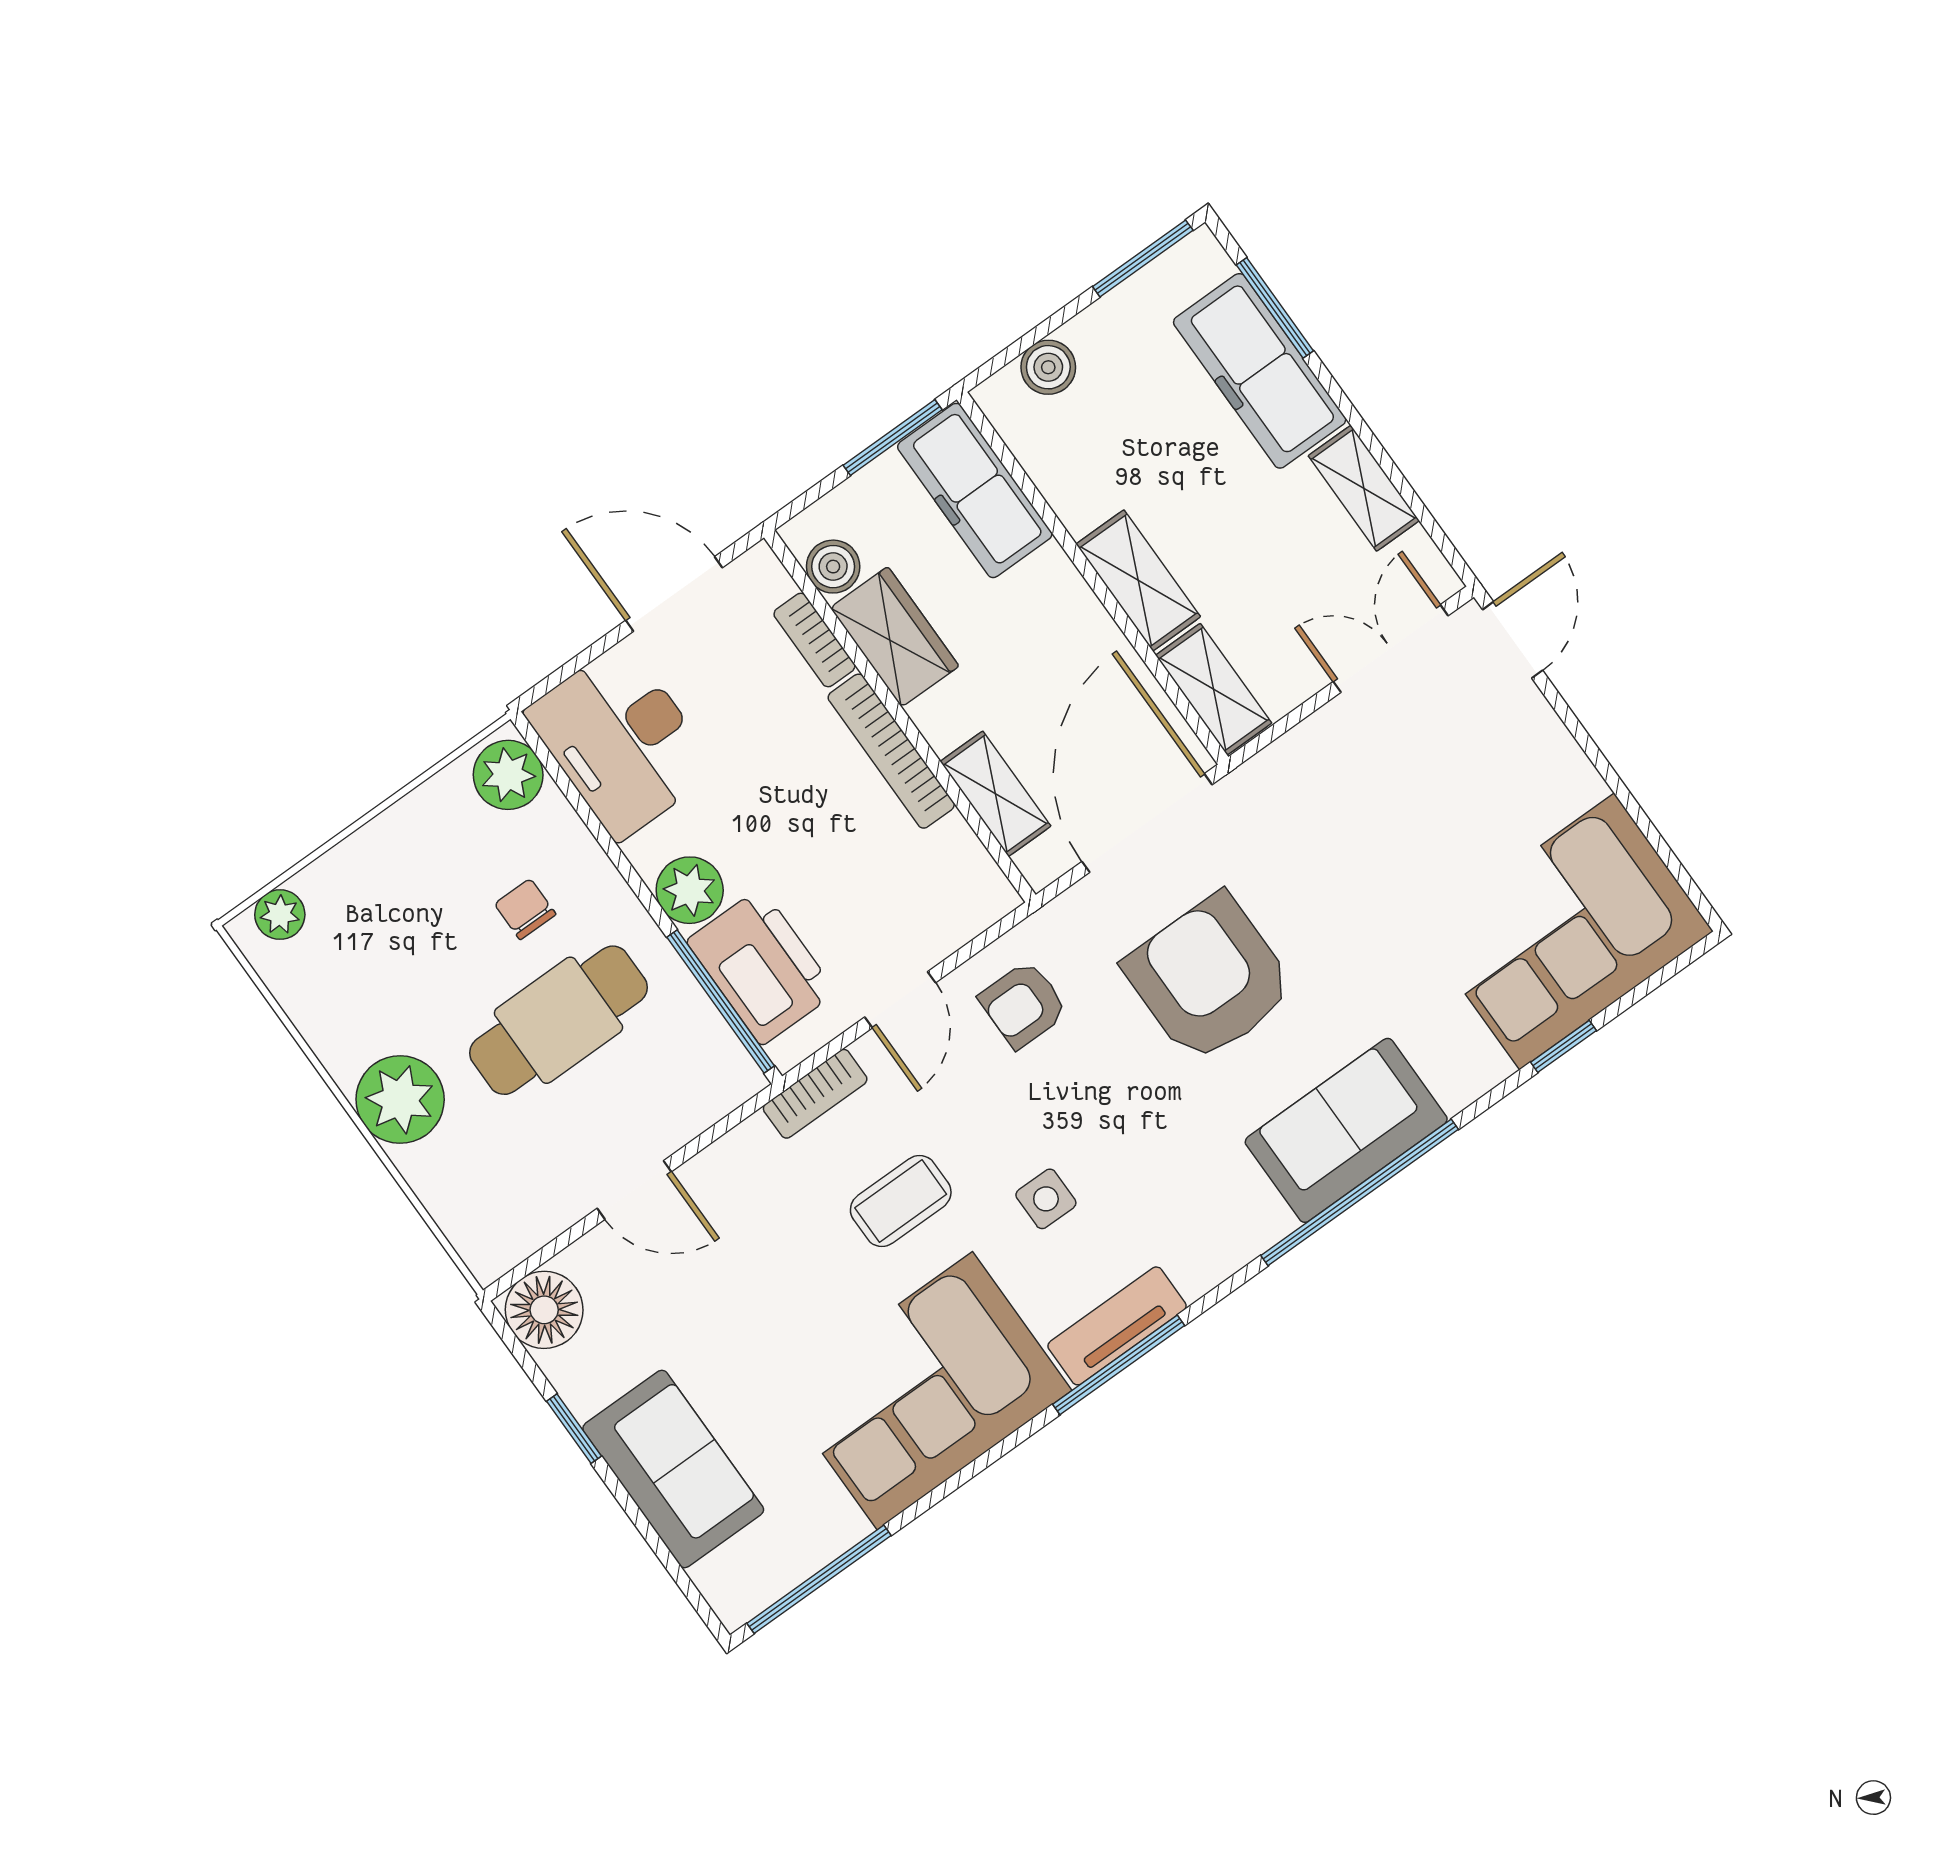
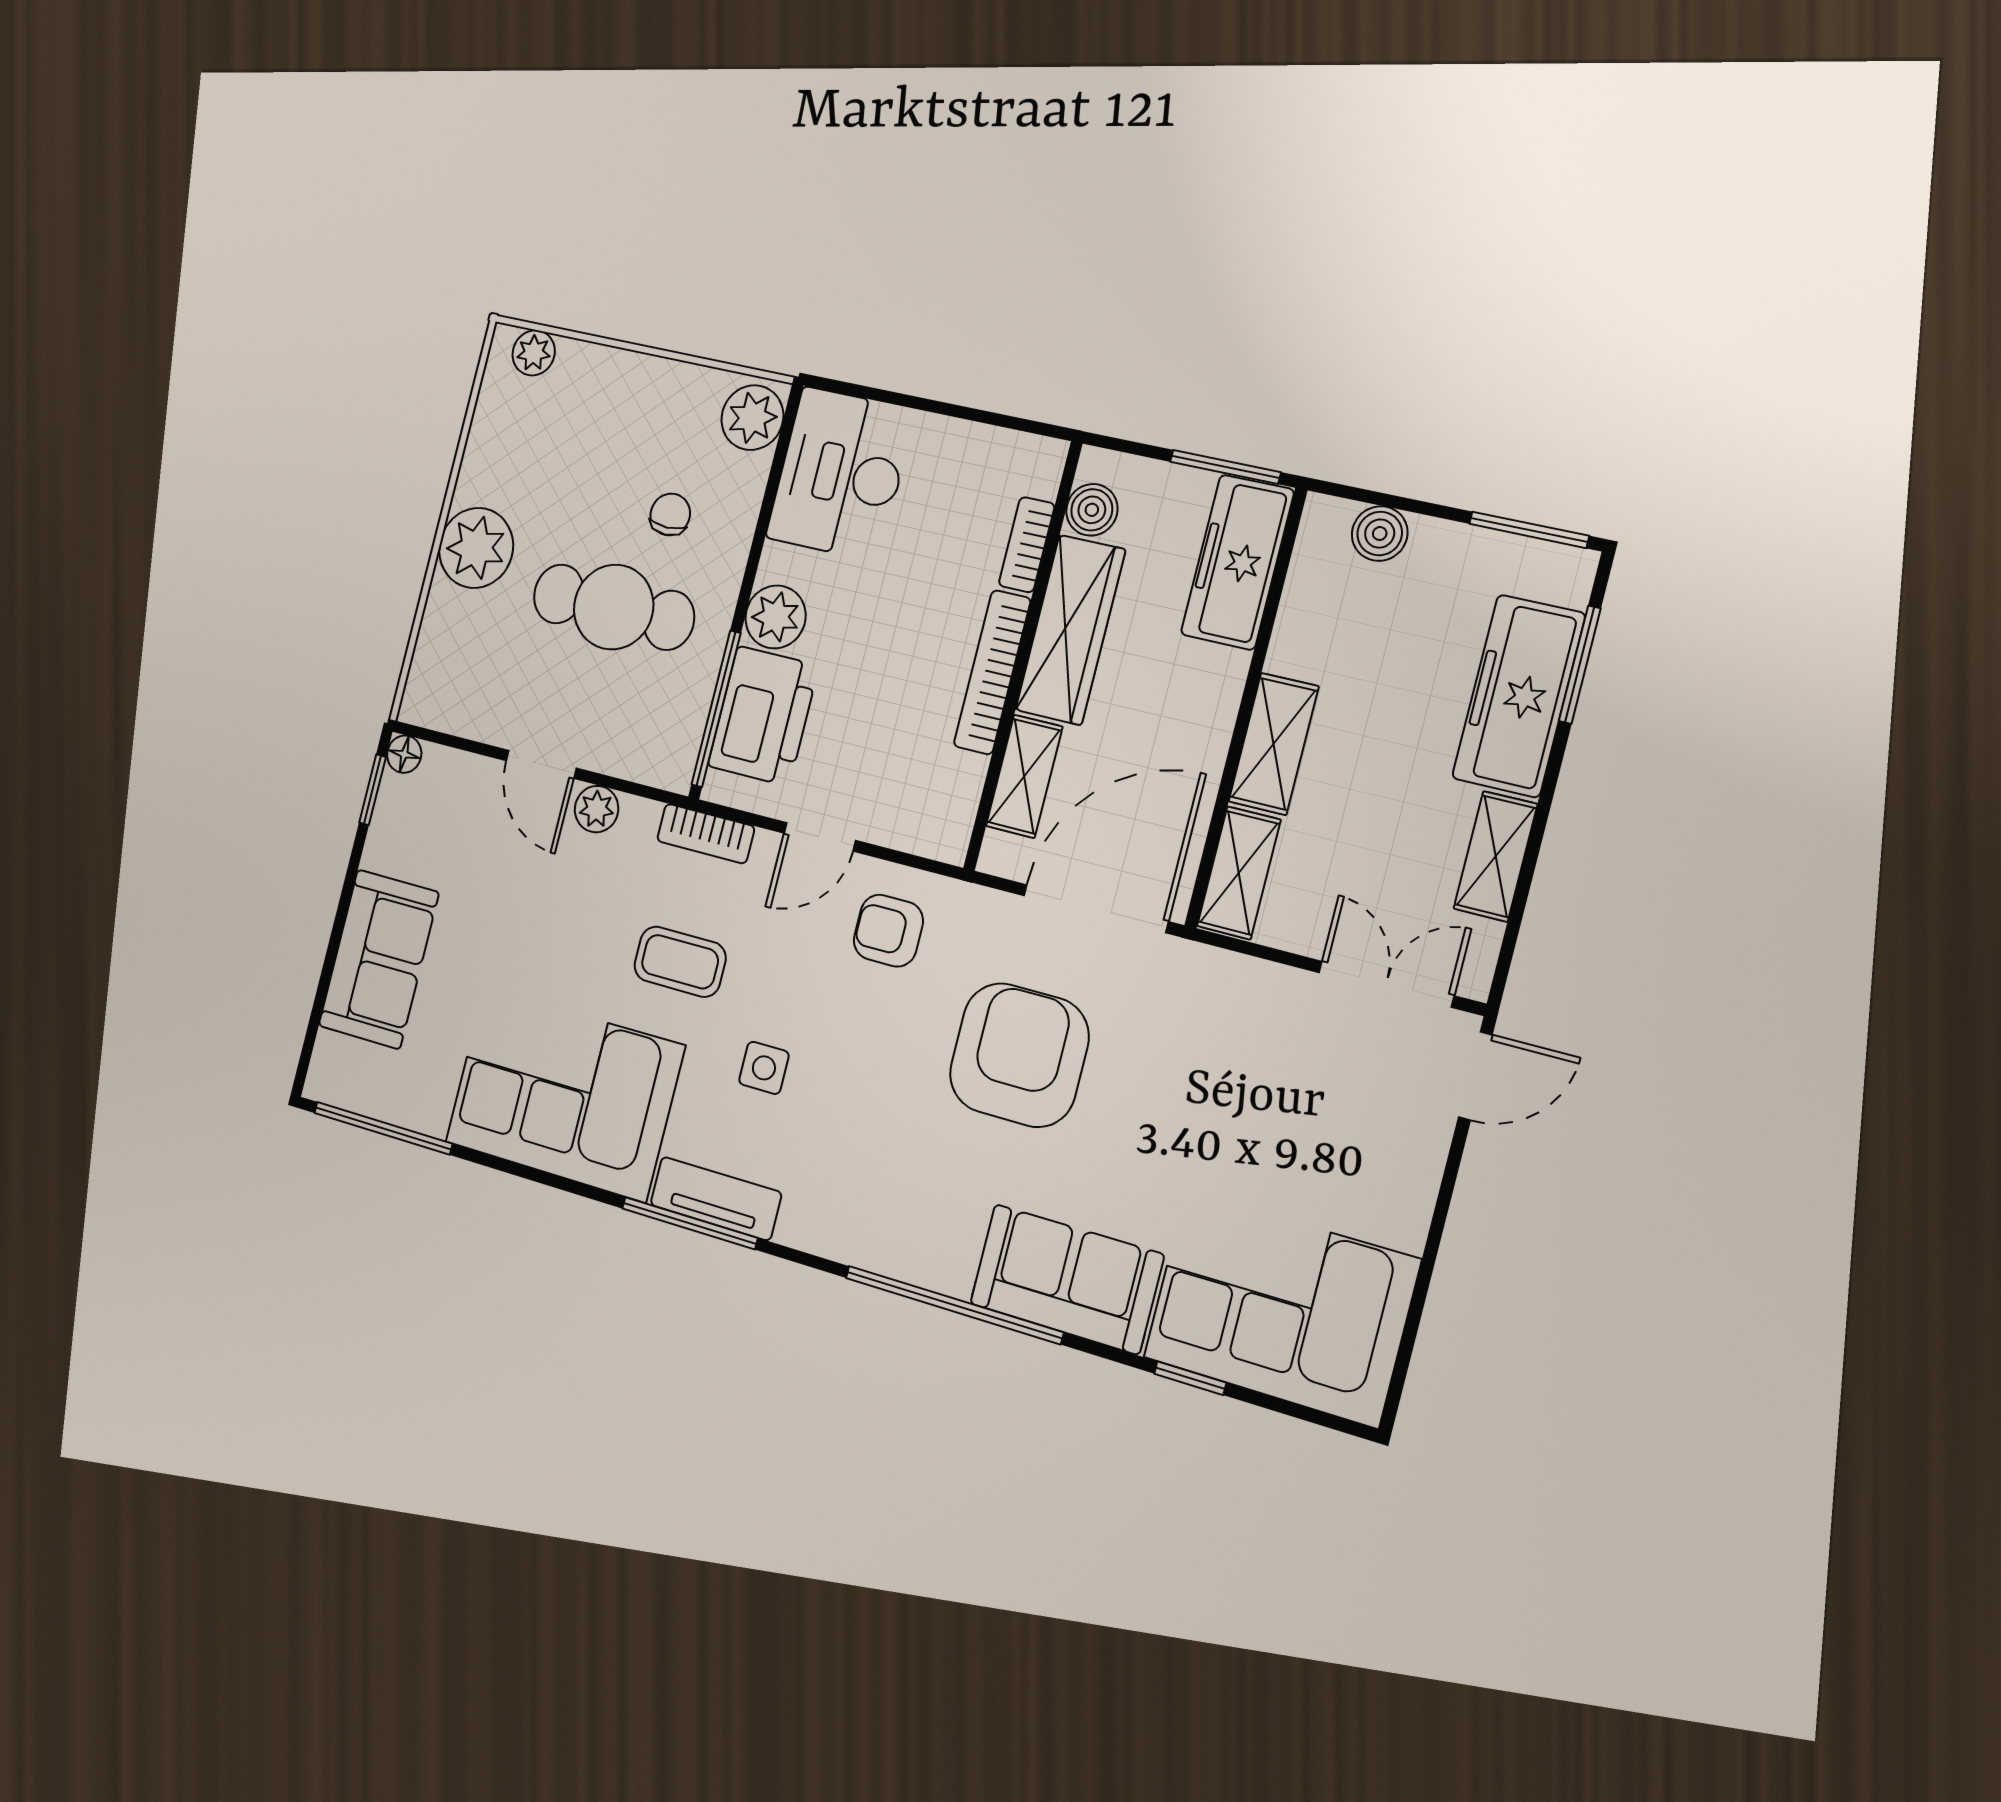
door: (674, 594) -> (976, 415), removed
wardrobe: (895, 637) -> (1070, 630), width x1.50
sofa: (1346, 1130) -> (1067, 1279), moved
plant: (714, 1172) -> (597, 809), added
floor lamp: (544, 1310) -> (404, 754), width x0.53, depth x0.53
window: (574, 1429) -> (373, 790), moved

